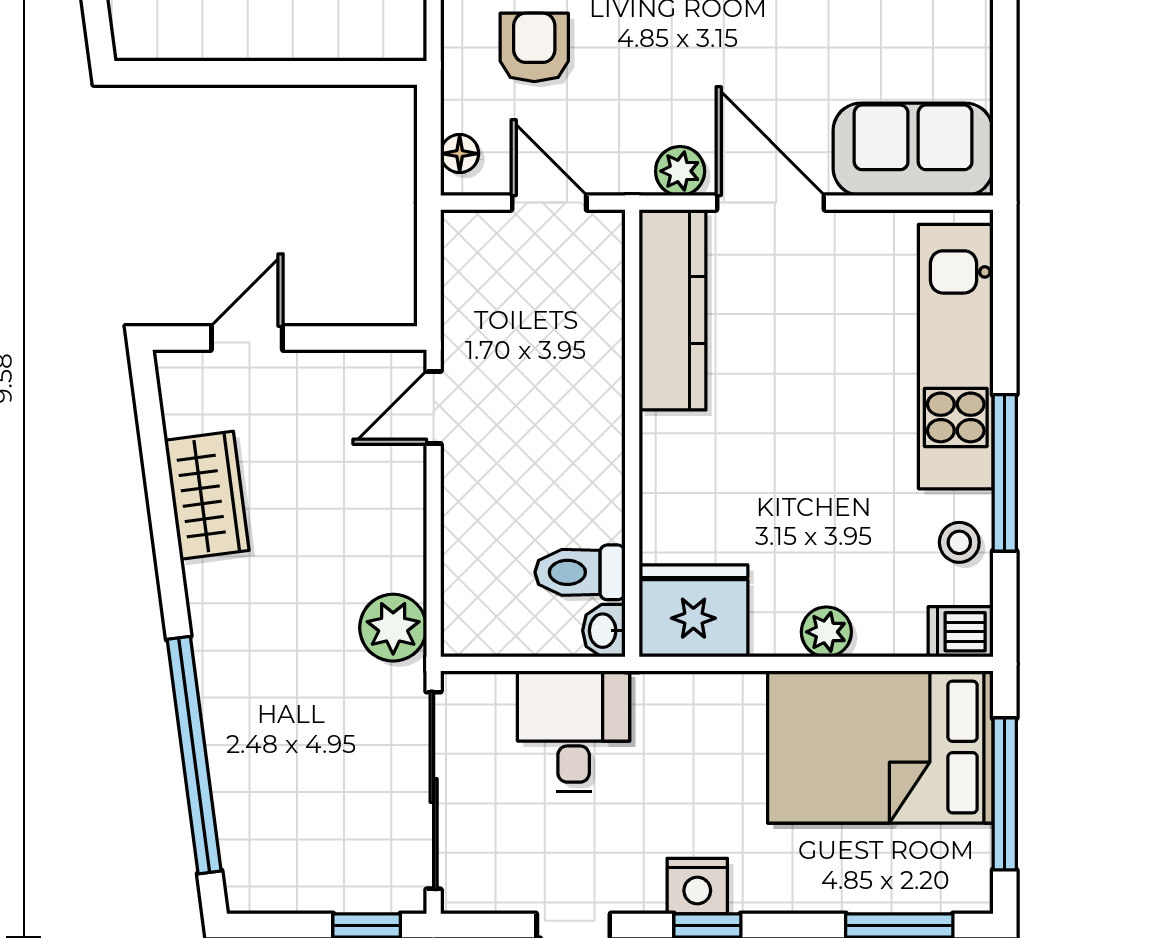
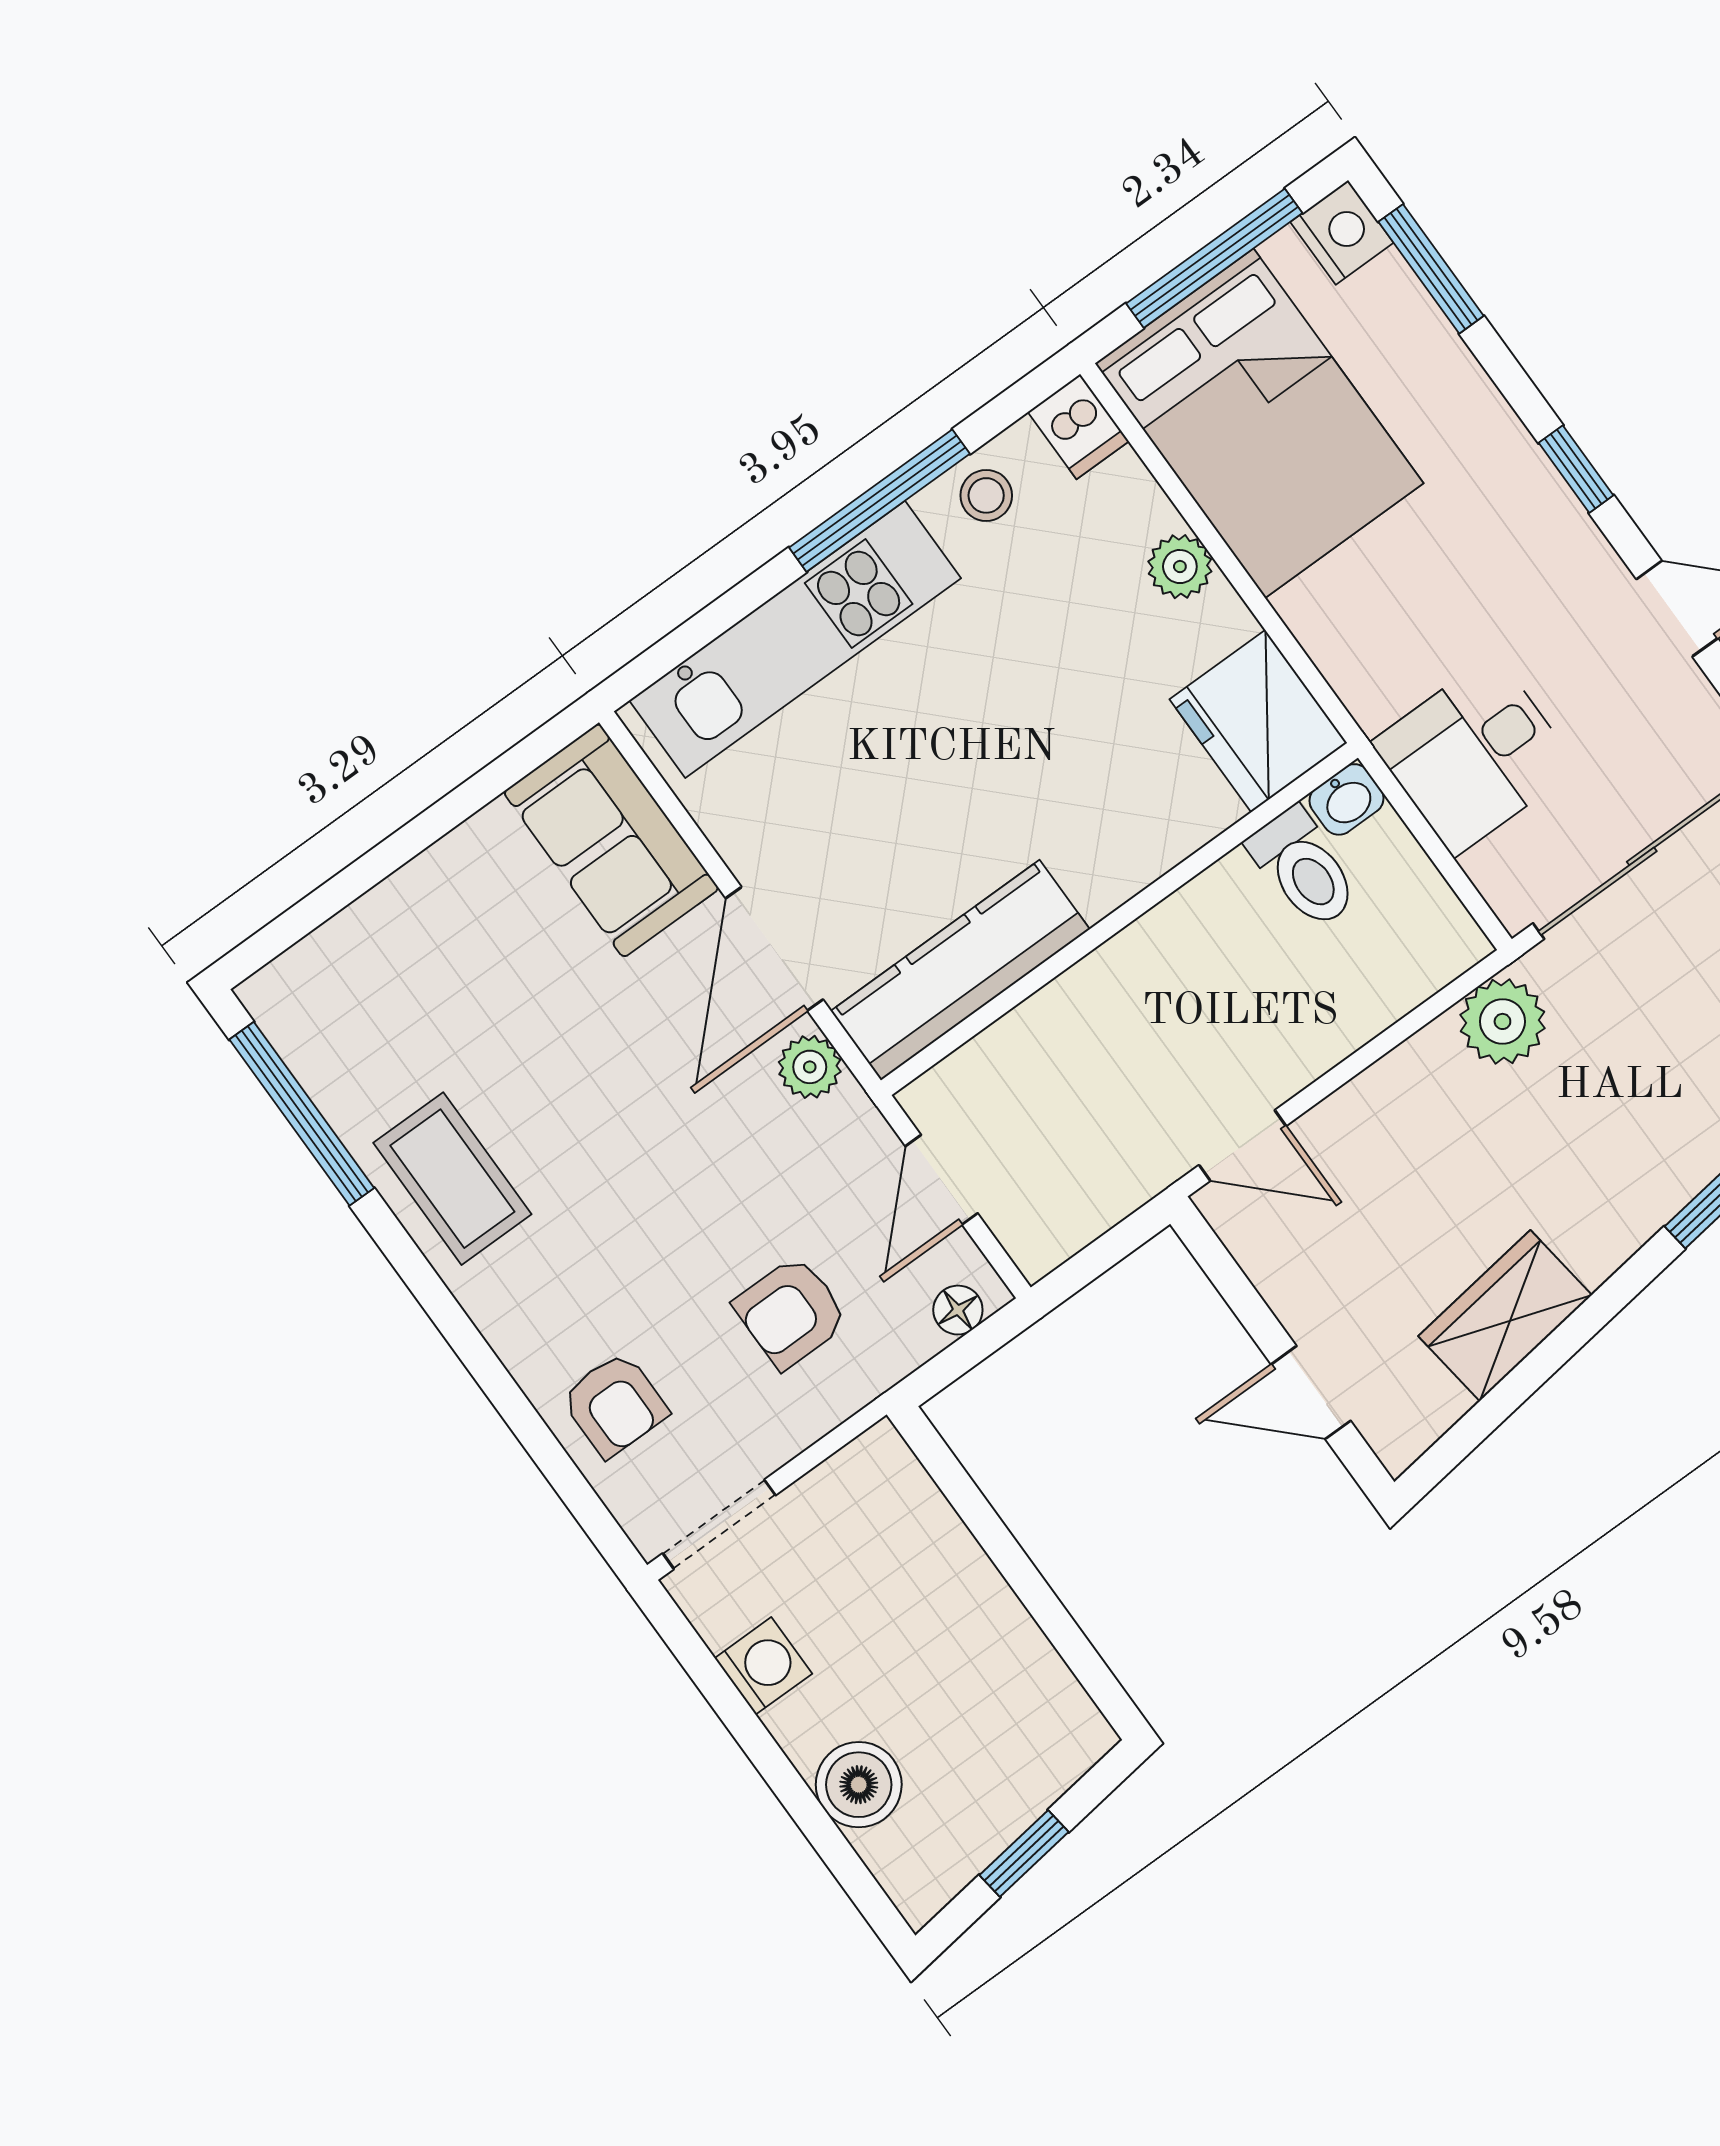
nightstand: (697, 886) -> (1342, 232), moved

